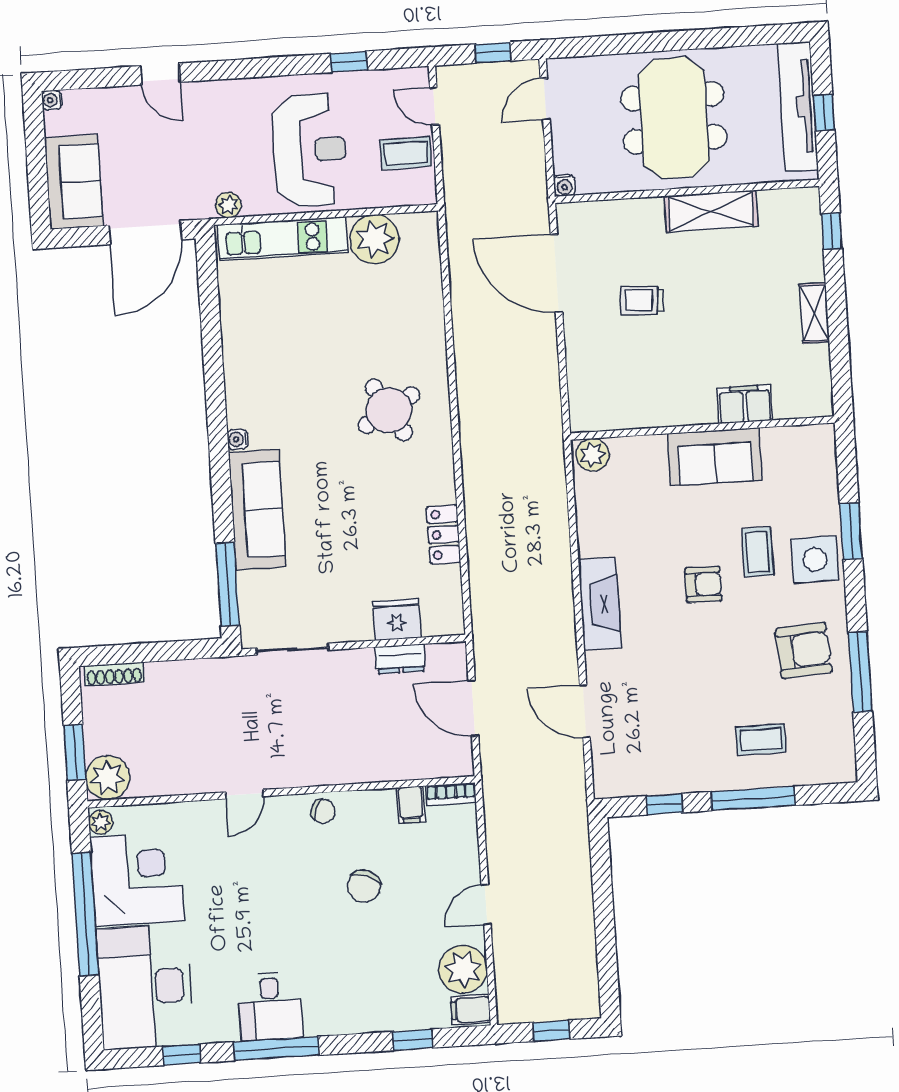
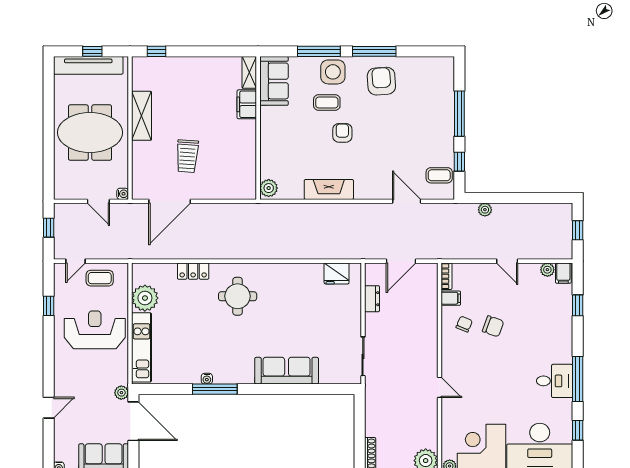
door: (545, 99) -> (98, 201), moved
coffee table: (406, 153) -> (100, 278), turned 90
plant: (228, 205) -> (121, 393), moved
trolley: (642, 300) -> (187, 156), width x1.36, depth x1.39
shelving: (814, 313) -> (249, 72), moved, turned 90
round table: (389, 410) -> (238, 296), turned 30
water cooler: (238, 439) -> (207, 379), moved
sofa: (715, 457) -> (274, 81), moved
window: (851, 531) -> (319, 51), width x1.44
locker: (444, 535) -> (193, 271), moved
window: (228, 584) -> (215, 389), moved
fireplace: (600, 604) -> (329, 189), moved
fridge: (397, 620) -> (337, 273), moved, turned -90
window: (860, 672) -> (374, 51), moved
door: (585, 711) -> (407, 201), swing flipped
coffee table: (761, 739) -> (439, 175), moved, turned 90
chair: (323, 811) -> (464, 324), moved
plant: (578, 857) -> (485, 210), added
plant: (463, 969) -> (547, 270), width x0.53, depth x0.53

